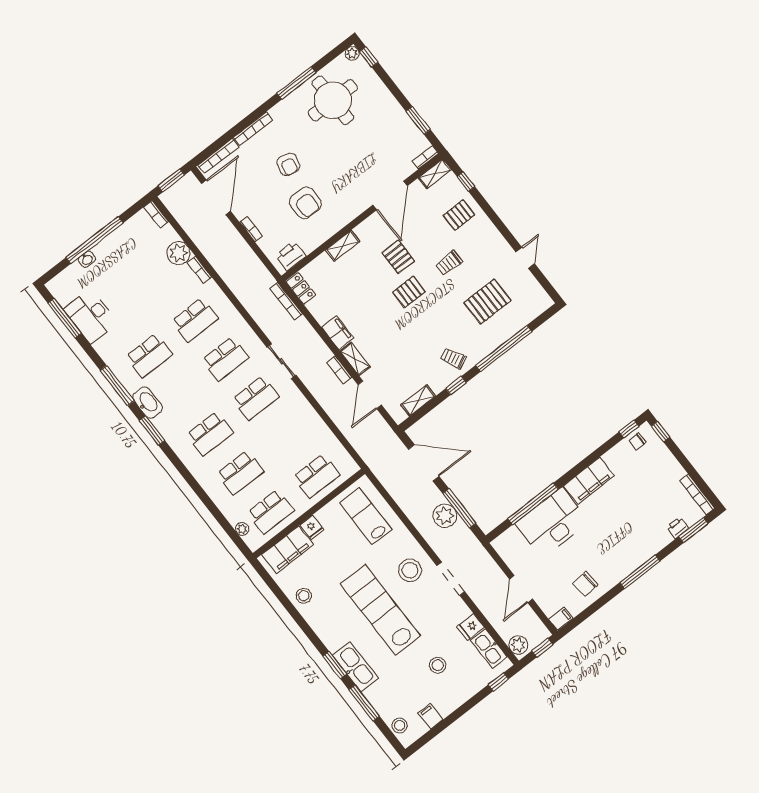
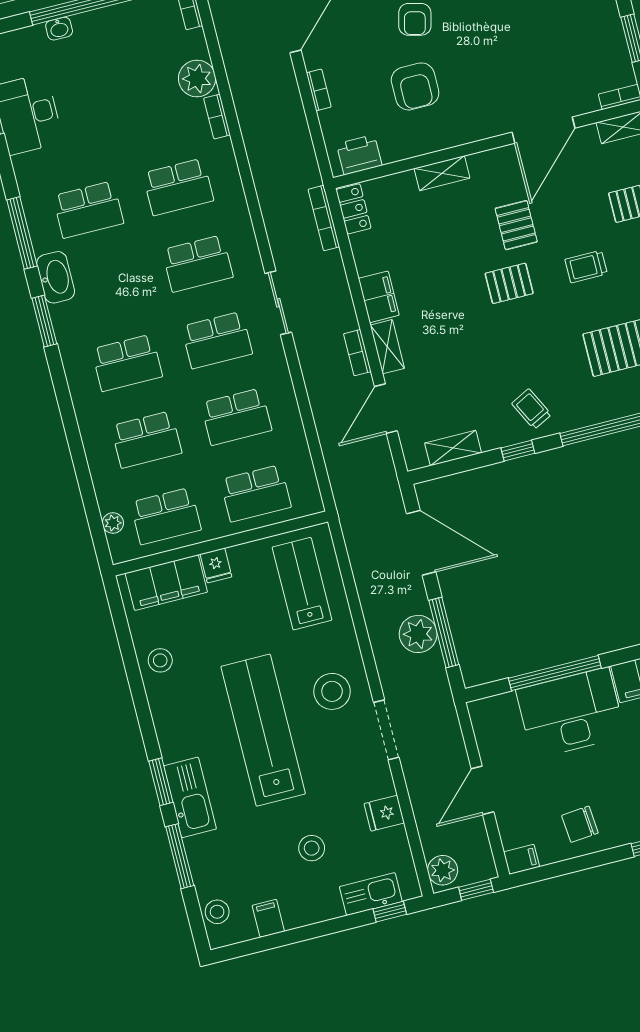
school desk: (286, 437) -> (236, 417), added
kitchen sink: (489, 648) -> (371, 894), moved, turned 90

